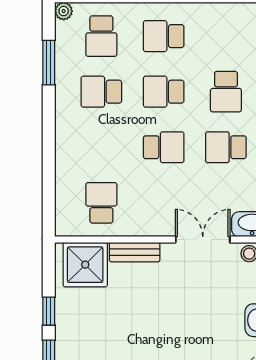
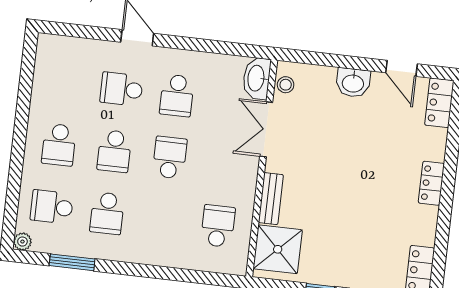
school desk: (101, 36) -> (52, 207), turned 180
school desk: (226, 92) -> (122, 89), turned 180
school desk: (101, 203) -> (218, 226), turned 90

